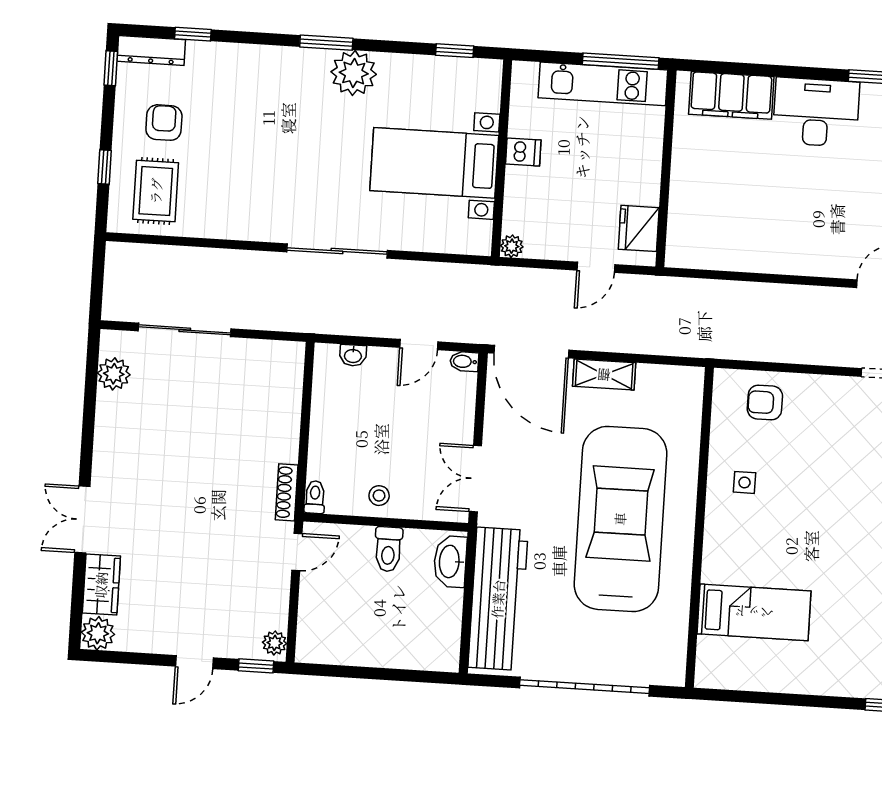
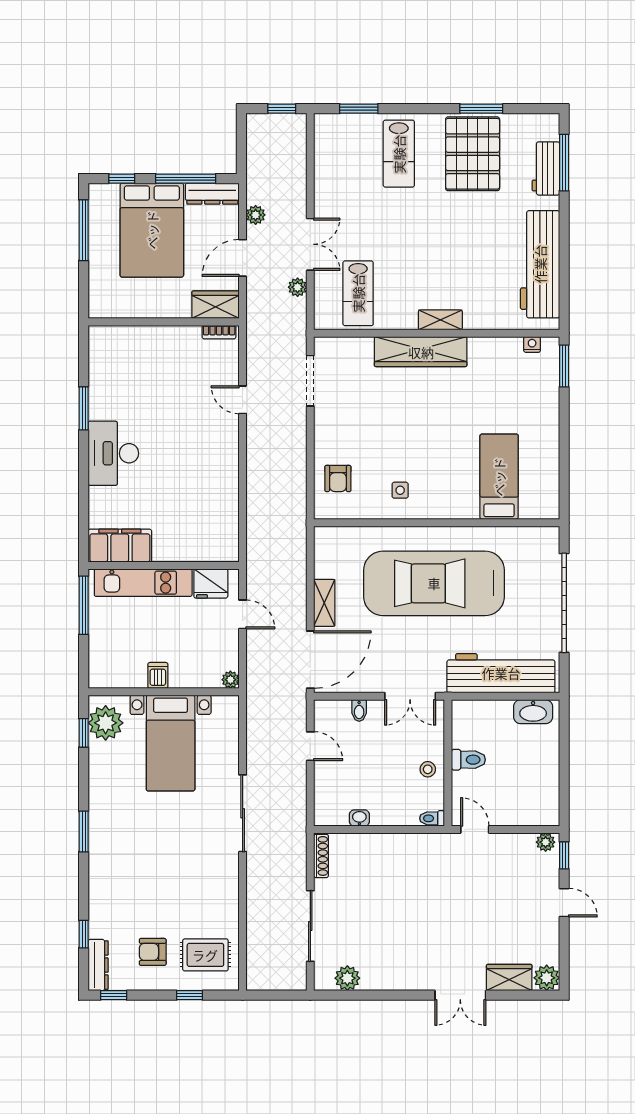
plant: (354, 73) -> (106, 723), moved
kitchen unit: (603, 84) -> (143, 583), moved, turned 90
filing cabinet: (731, 95) -> (120, 546), moved, turned -90
washbasin: (353, 355) -> (359, 818), moved, turned -90
bidet: (464, 361) -> (359, 710), moved
shoe rack: (287, 492) -> (321, 856), moved, turned -90
washbasin: (450, 562) -> (533, 712), moved

